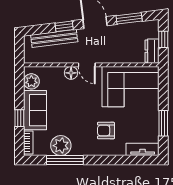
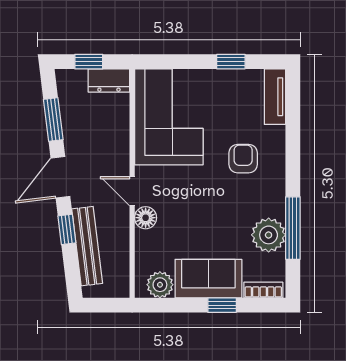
door: (87, 65) -> (132, 191), swing flipped
window: (163, 123) -> (231, 62), width x0.67
armchair: (106, 131) -> (243, 159), turned 180

